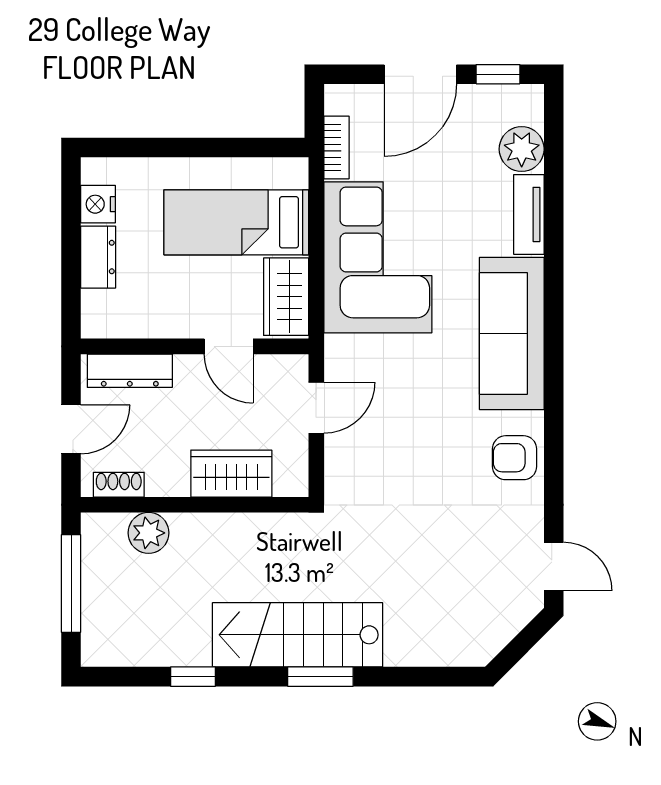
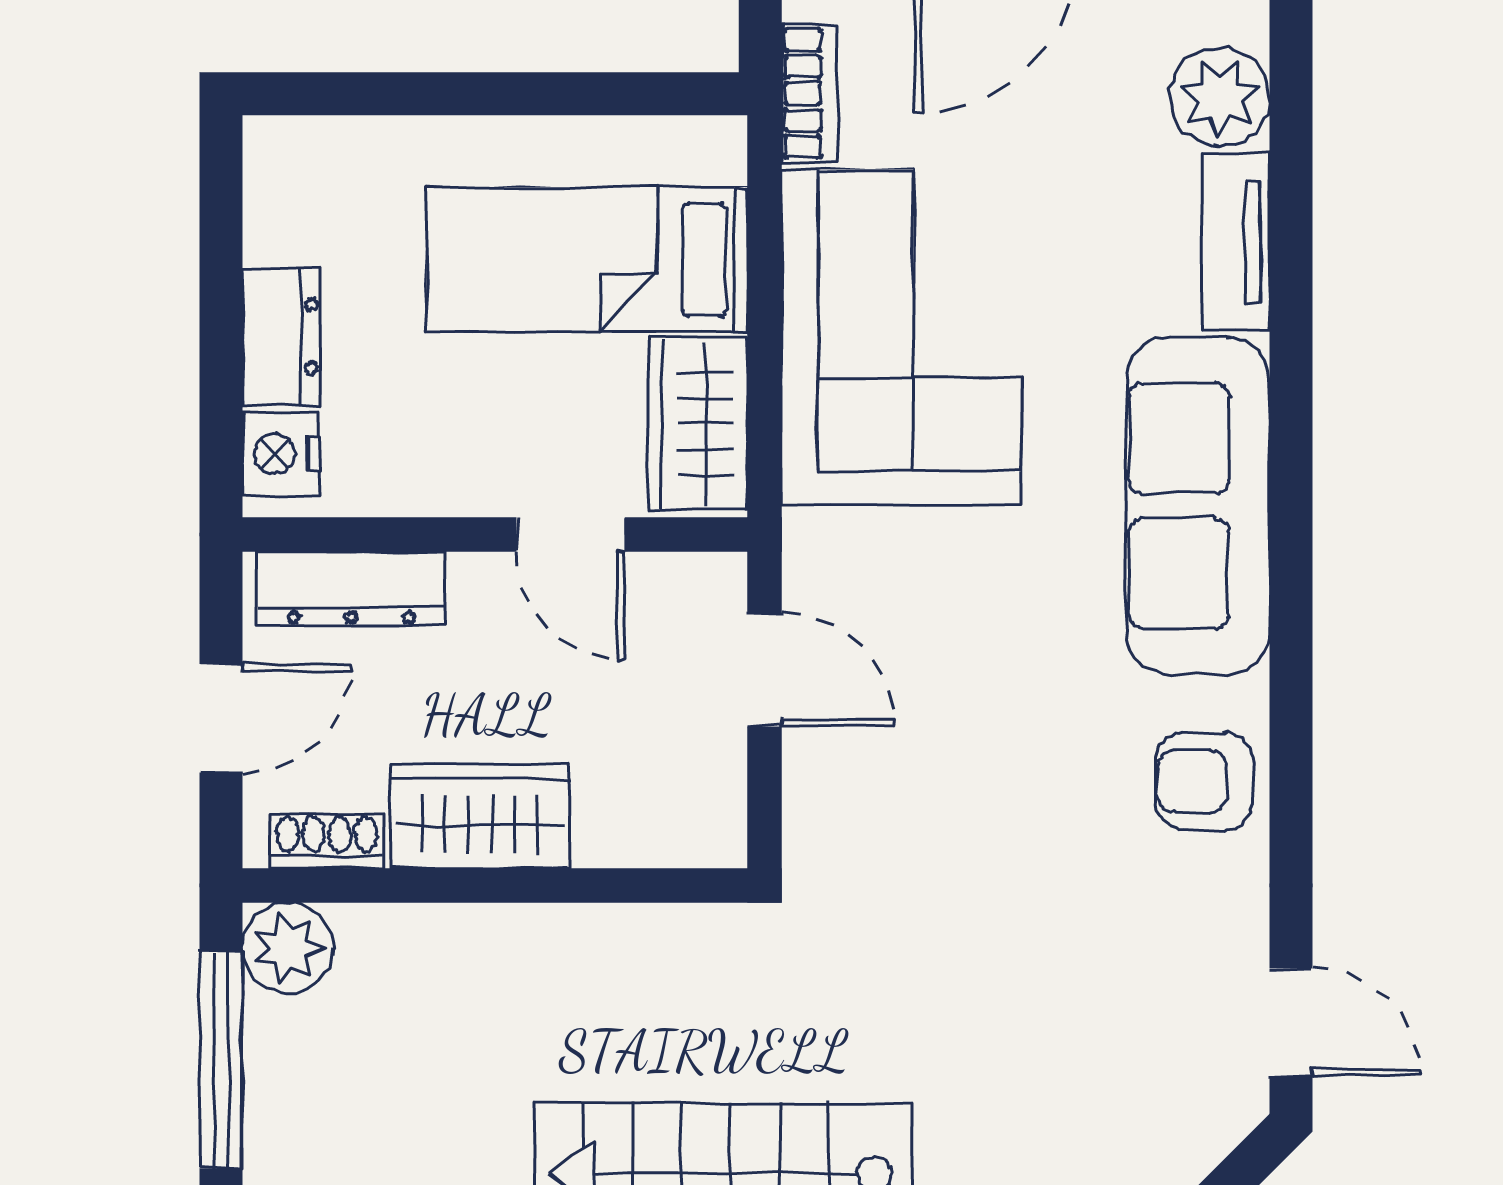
nightstand: (98, 204) -> (281, 454), moved
door: (316, 408) -> (765, 670), hinge flipped
wardrobe: (231, 474) -> (480, 816), moved
plant: (149, 533) -> (288, 948), moved

